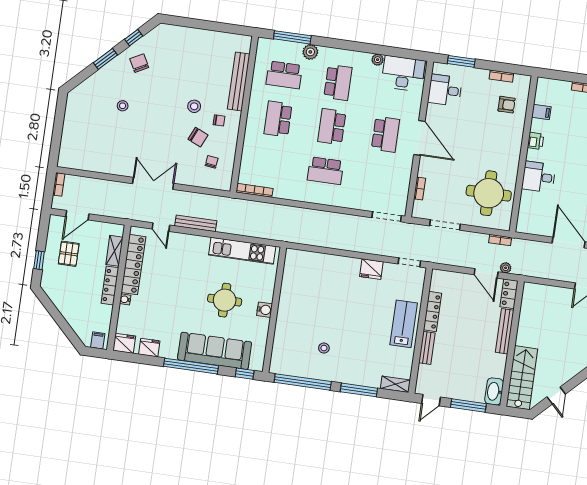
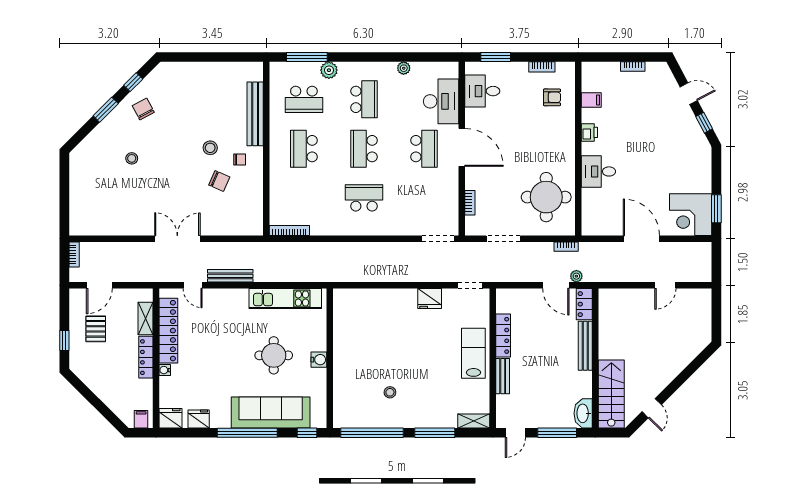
desk: (403, 73) -> (441, 101), moved, turned 90
chair: (212, 162) -> (238, 206), removed
school desk: (325, 171) -> (364, 198), turned 180

